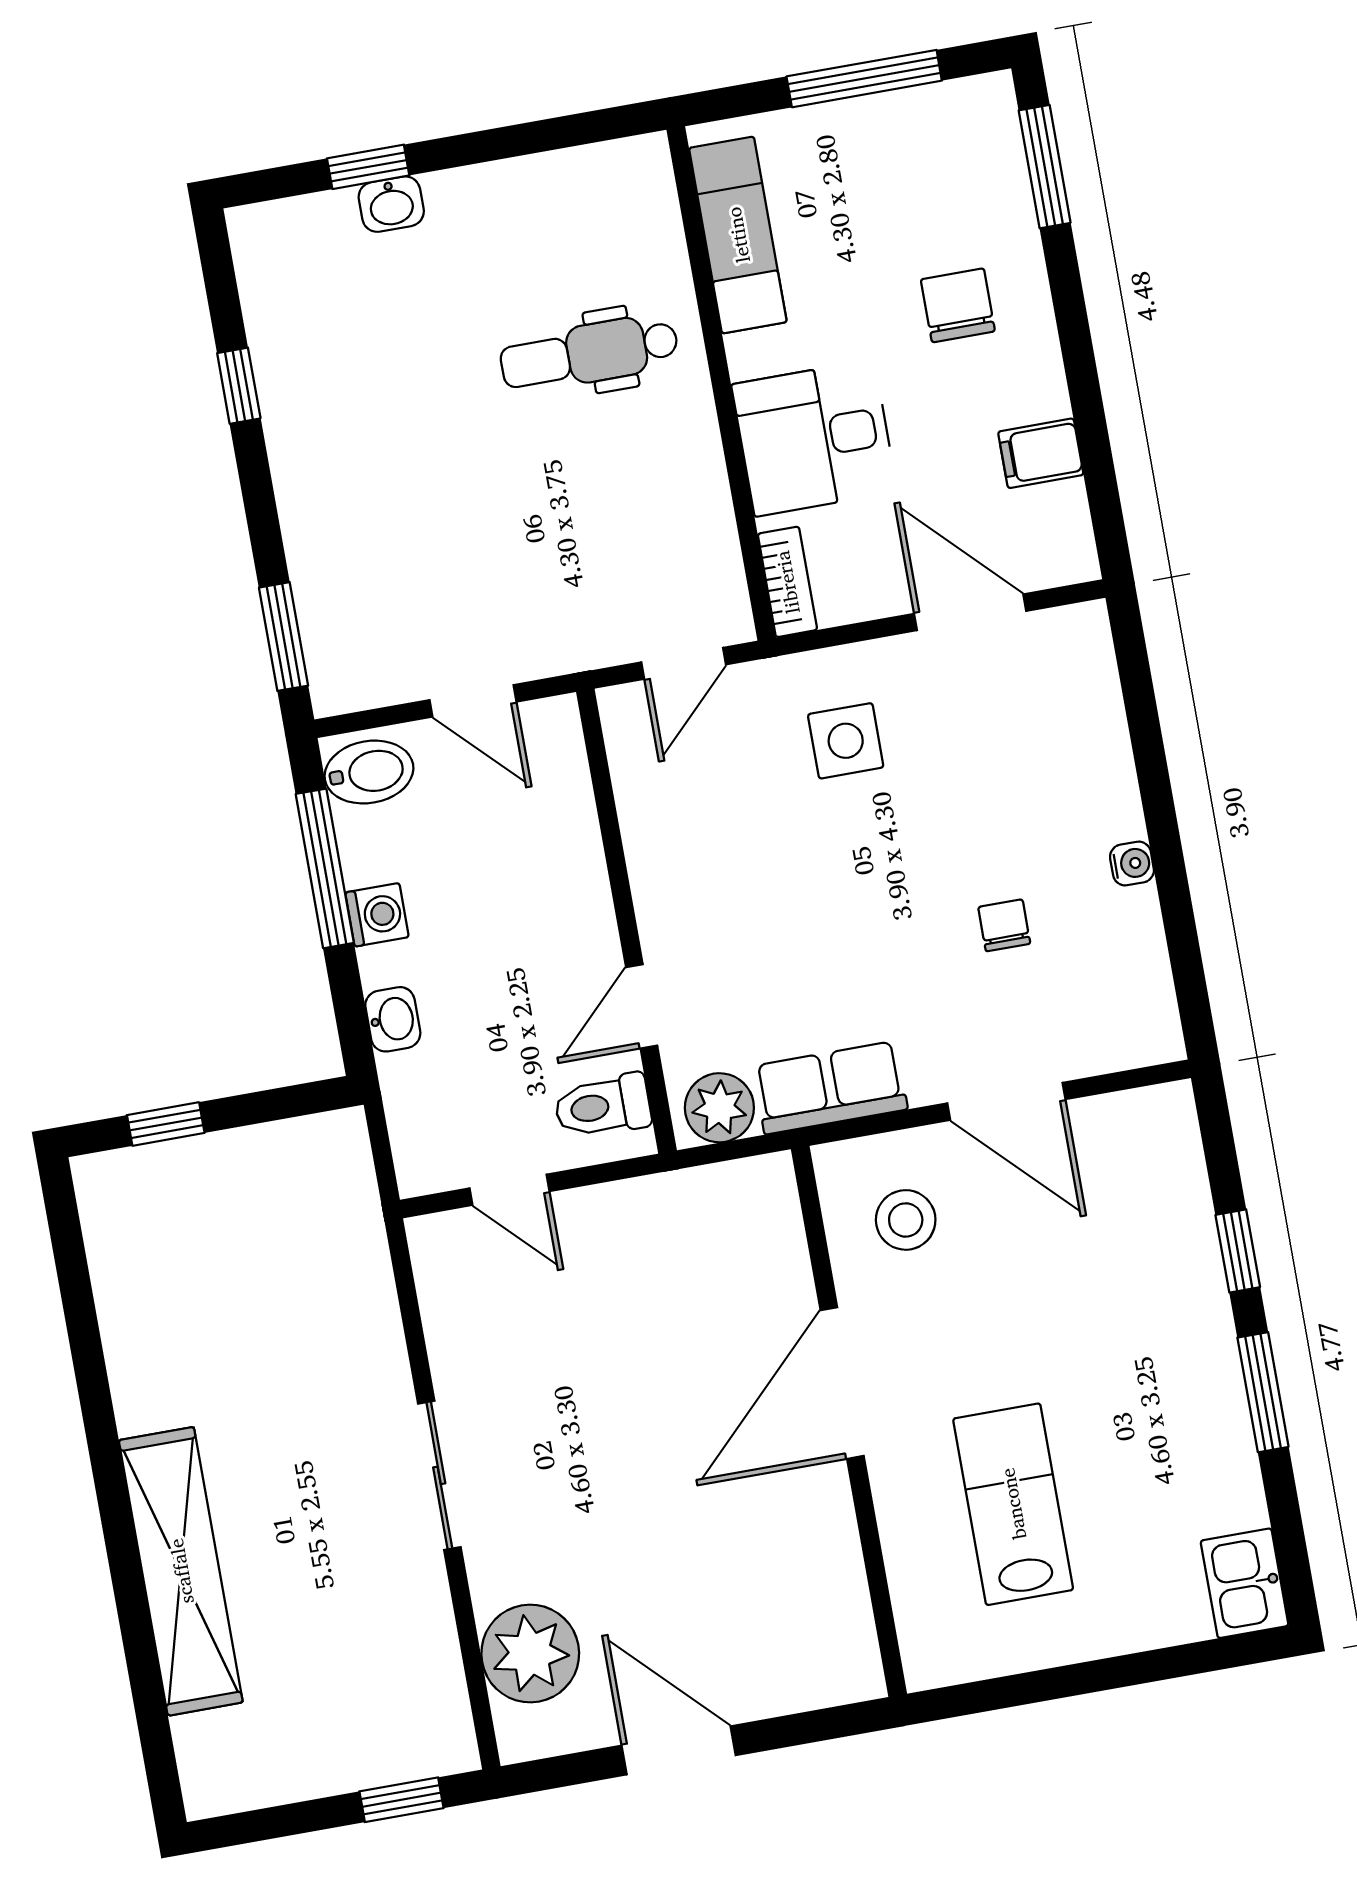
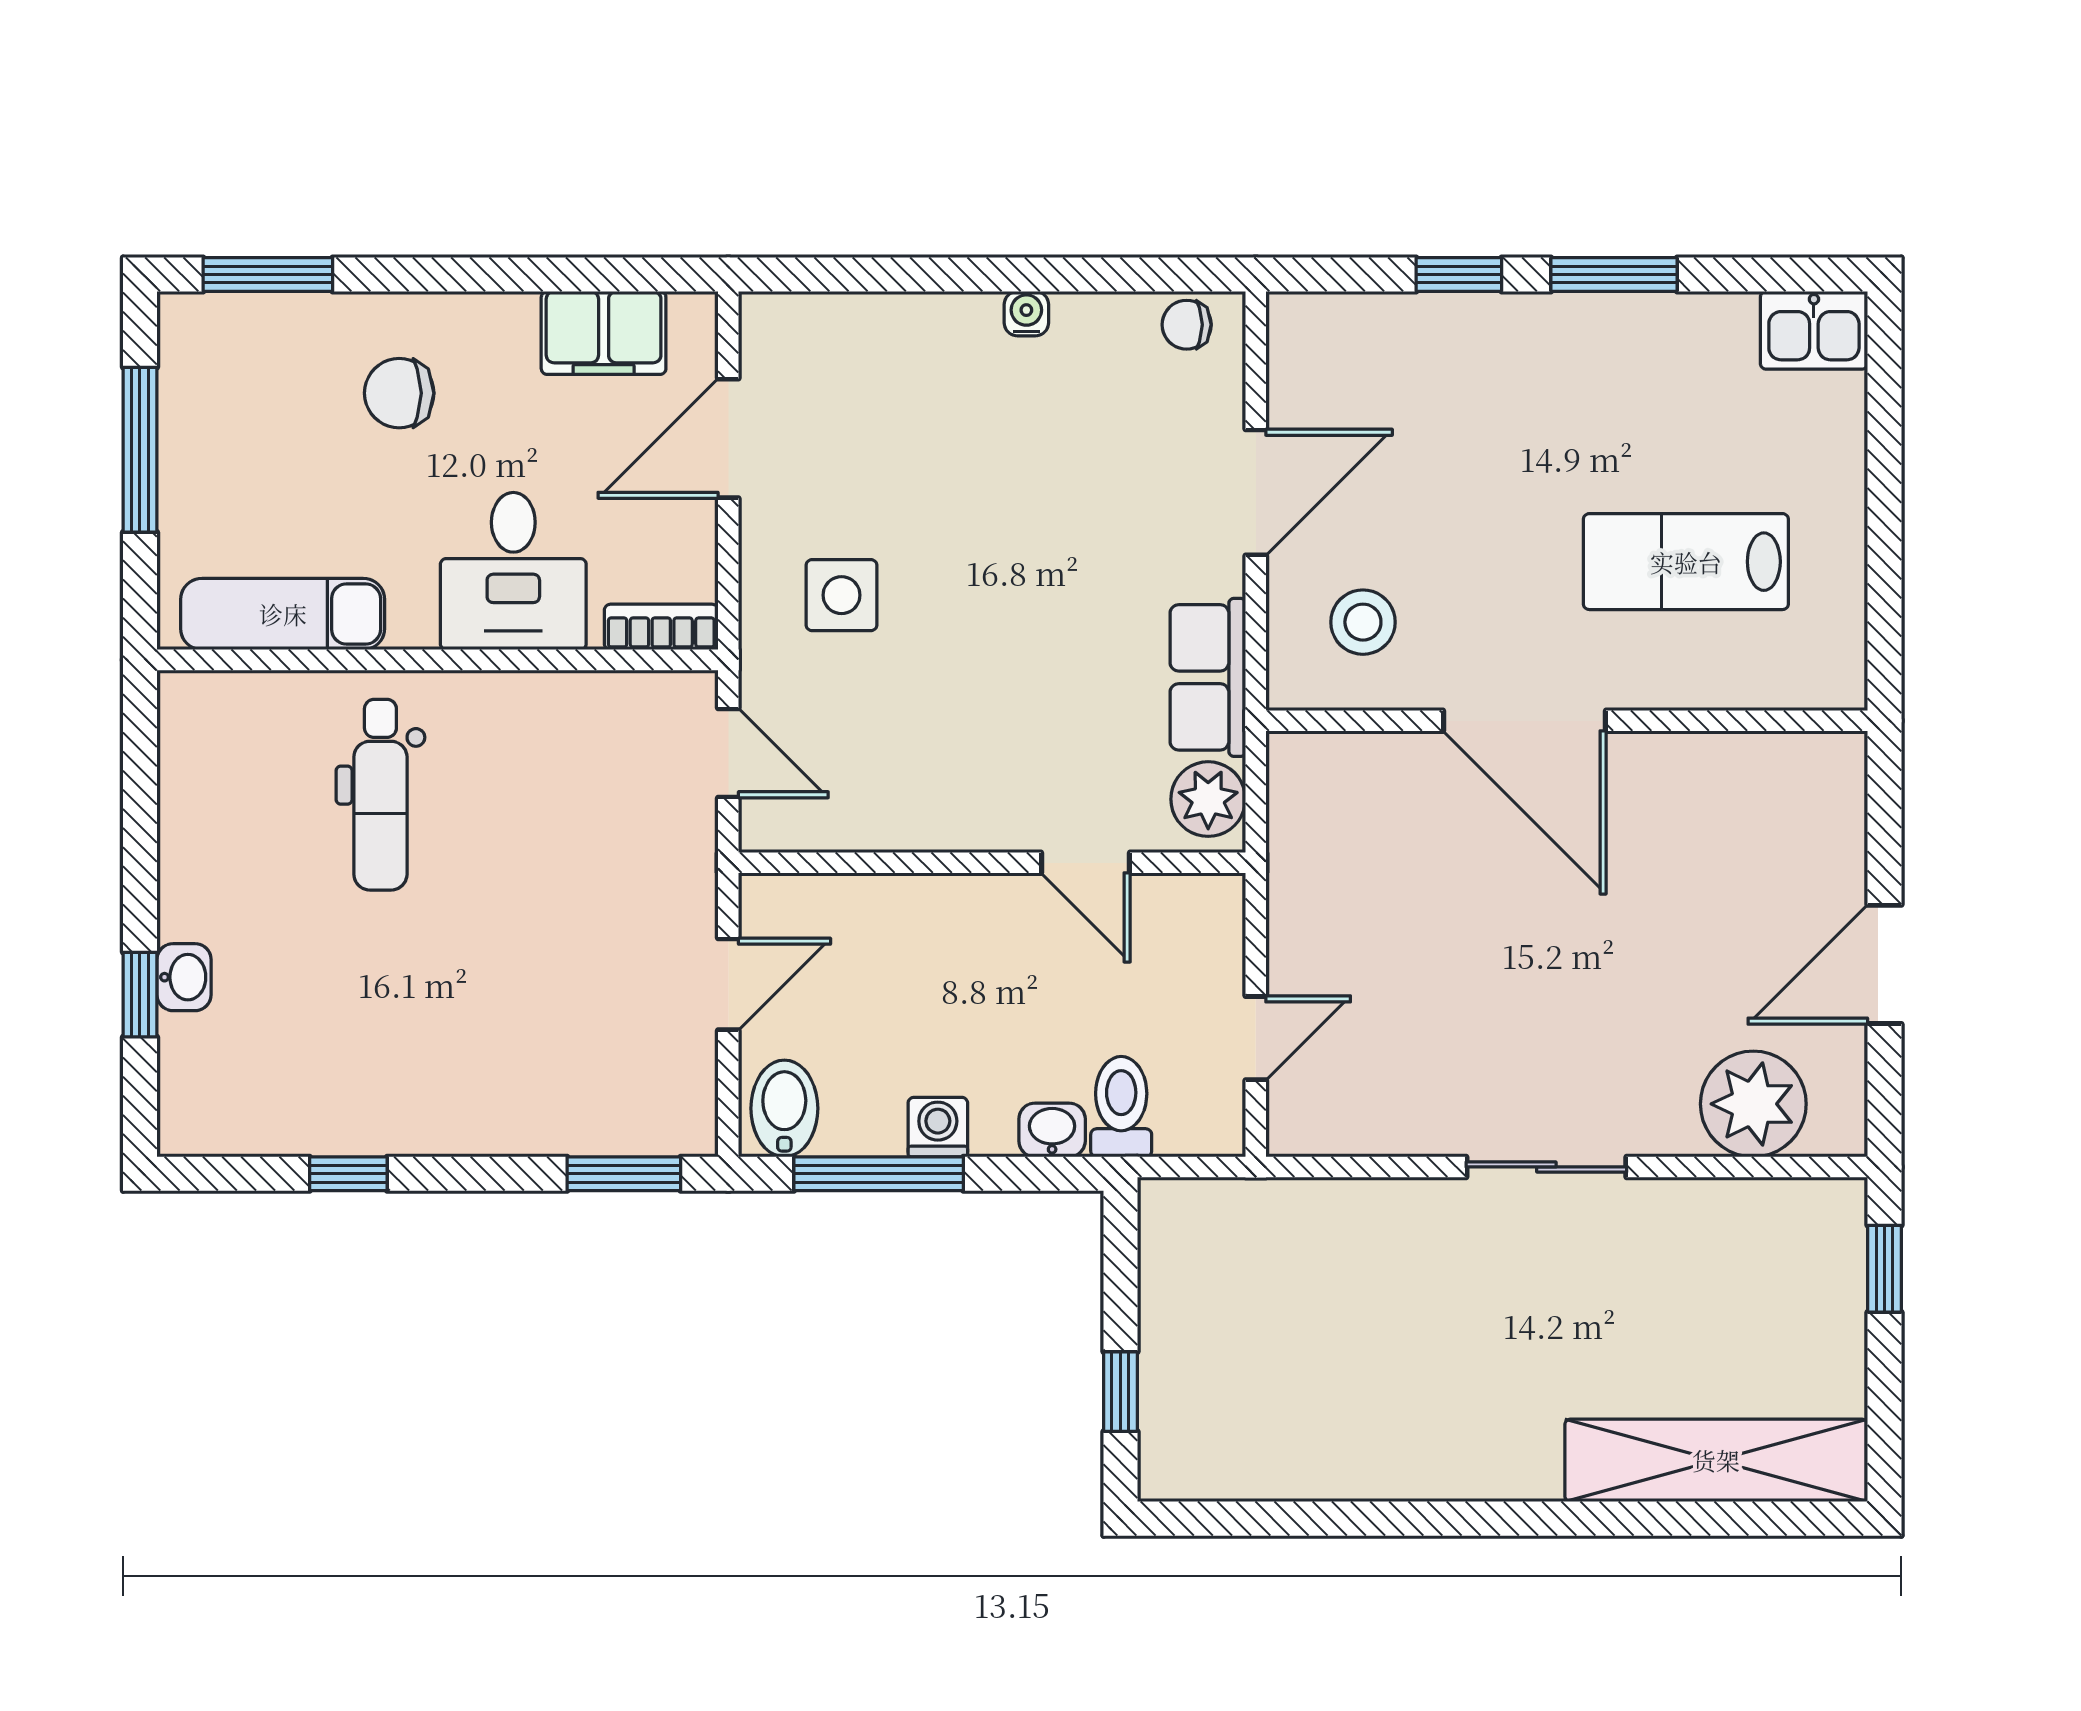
filing cabinet: (1041, 453) -> (604, 333), width x2.00
chair: (1004, 925) -> (1187, 325), moved
toilet: (603, 1106) -> (1121, 1107), moved, turned 180
shelving: (181, 1571) -> (1716, 1460), moved

